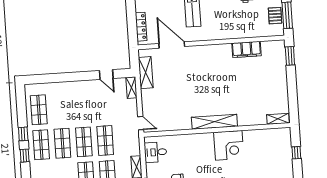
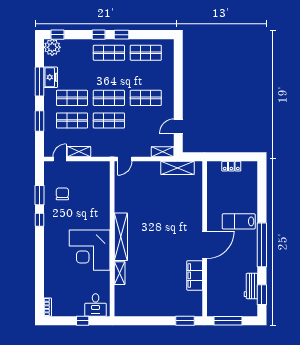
pallet: (275, 16) -> (228, 308), removed
locker: (141, 27) -> (231, 166), width x0.66
door: (172, 45) -> (205, 245), moved
shelving: (278, 119) -> (120, 273), moved
shop shelf: (62, 143) -> (146, 98), moved
corner desk: (229, 145) -> (90, 250), width x1.36, depth x1.36
desk: (156, 152) -> (96, 305), moved, turned 180

